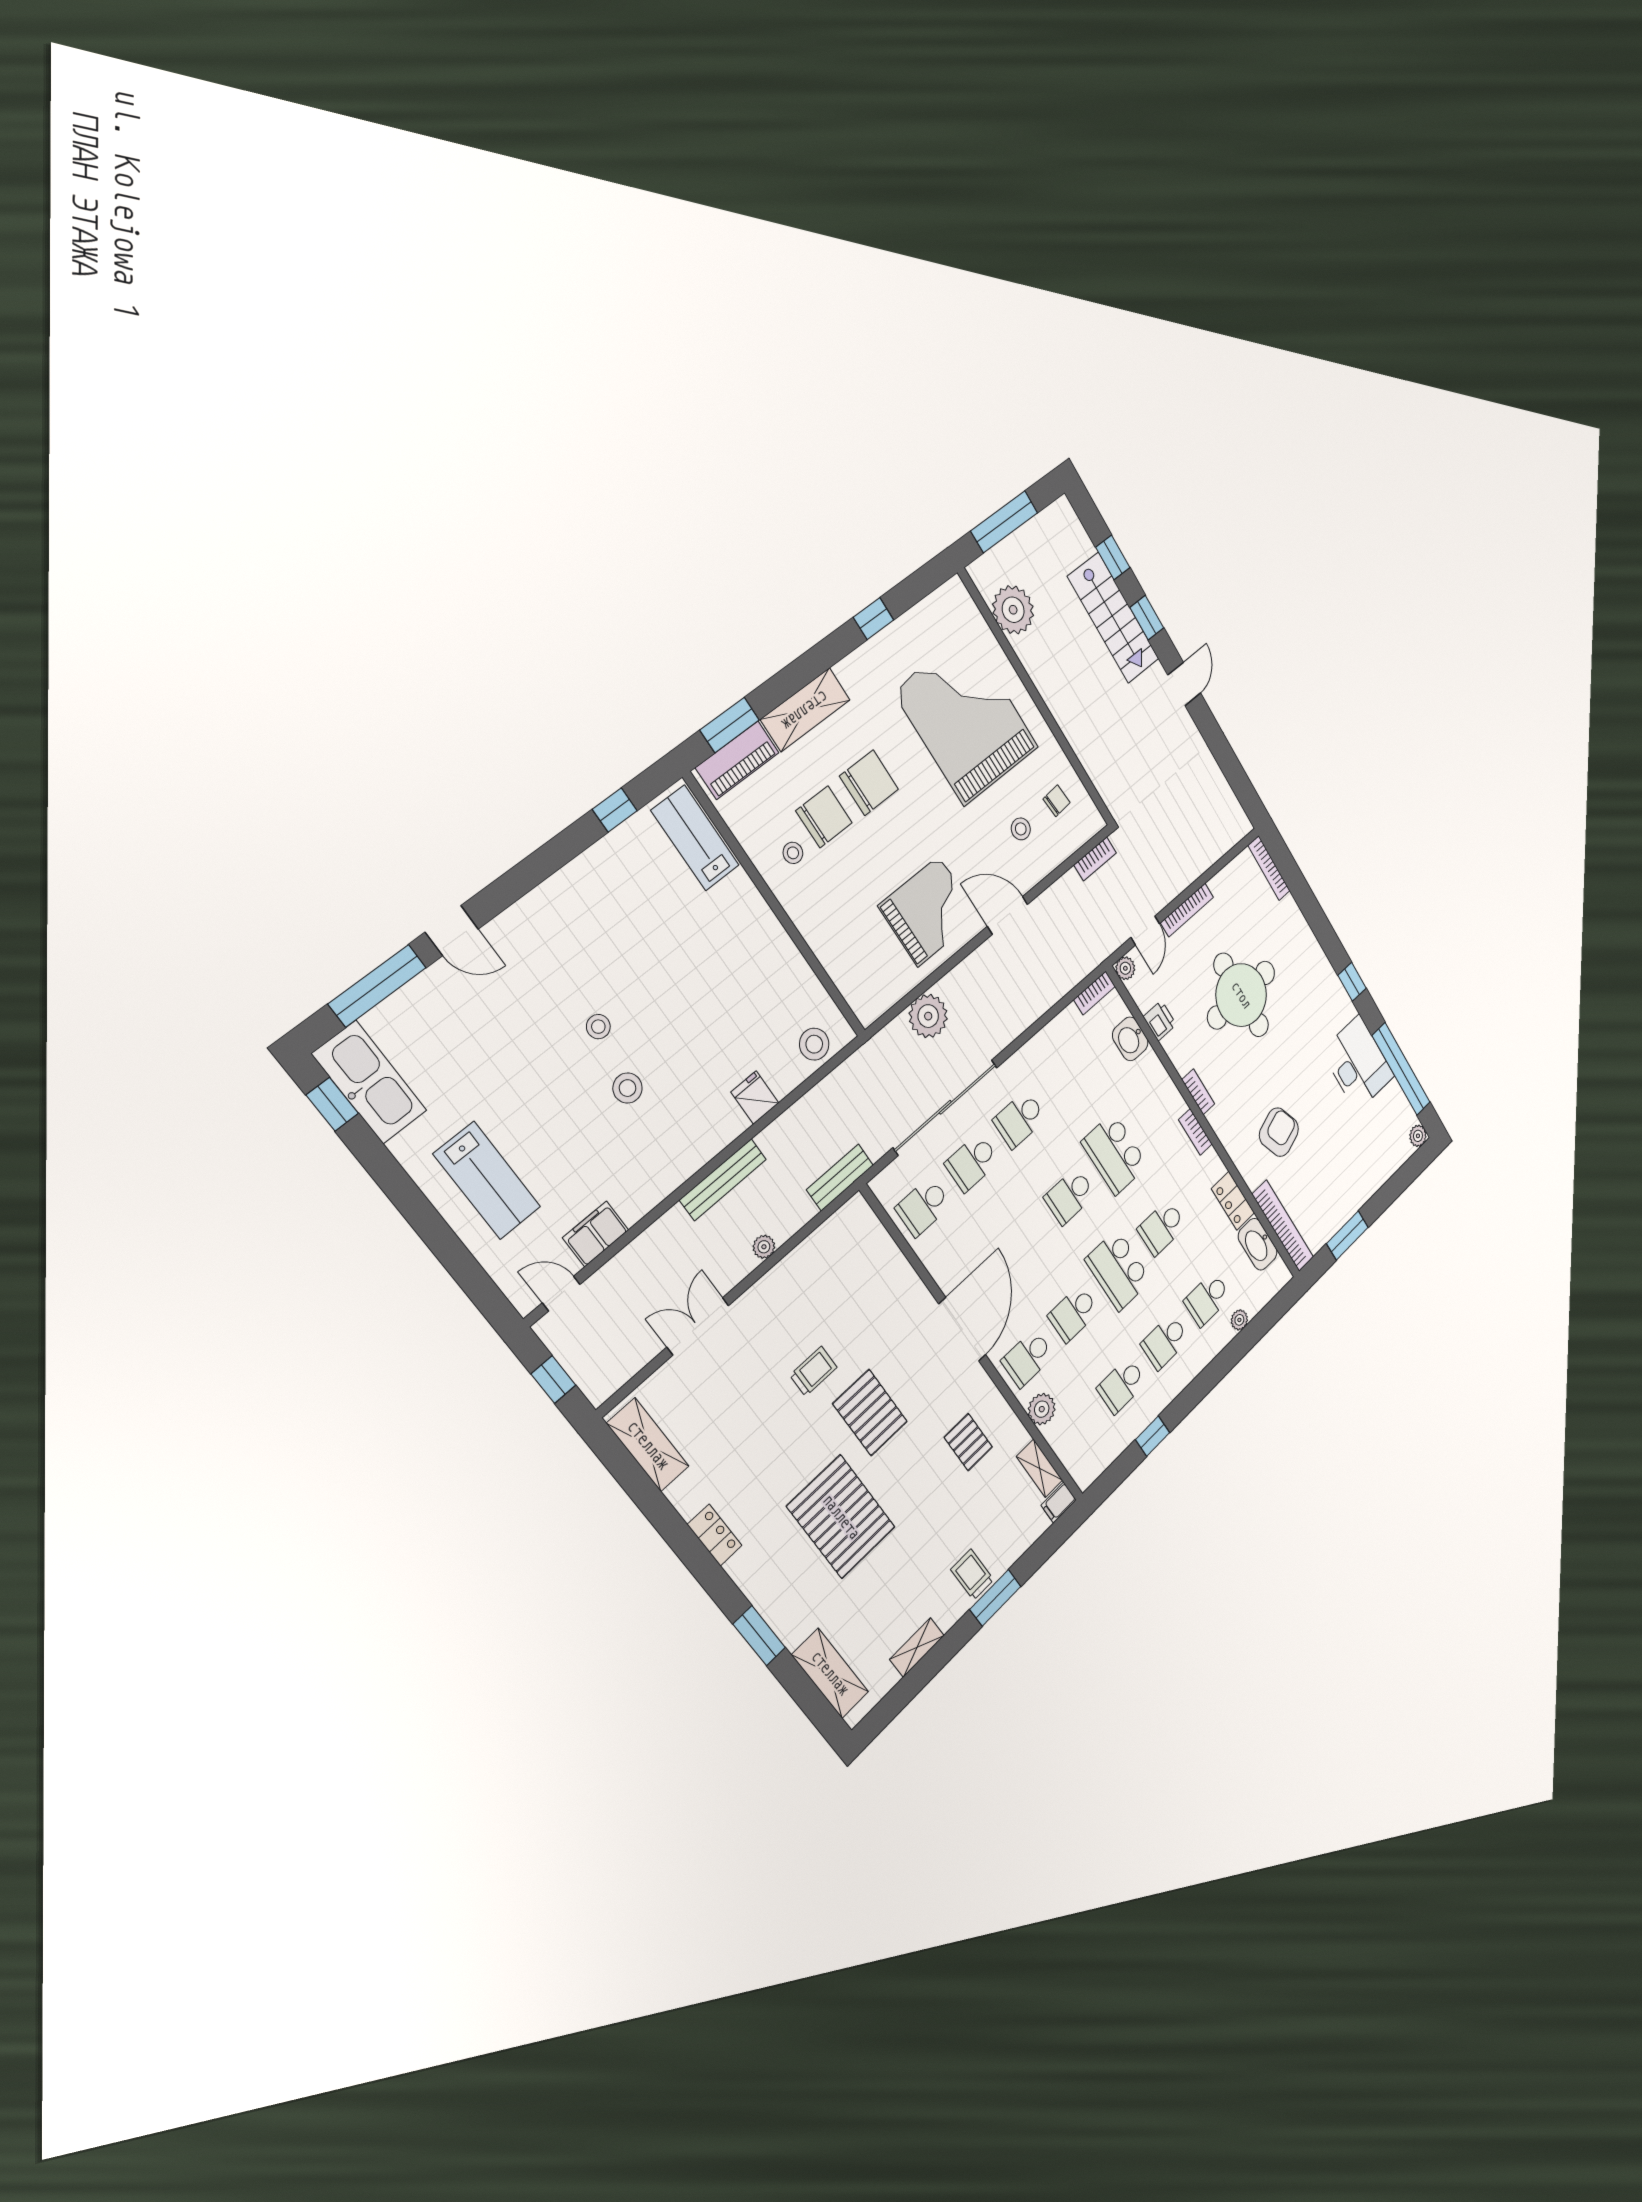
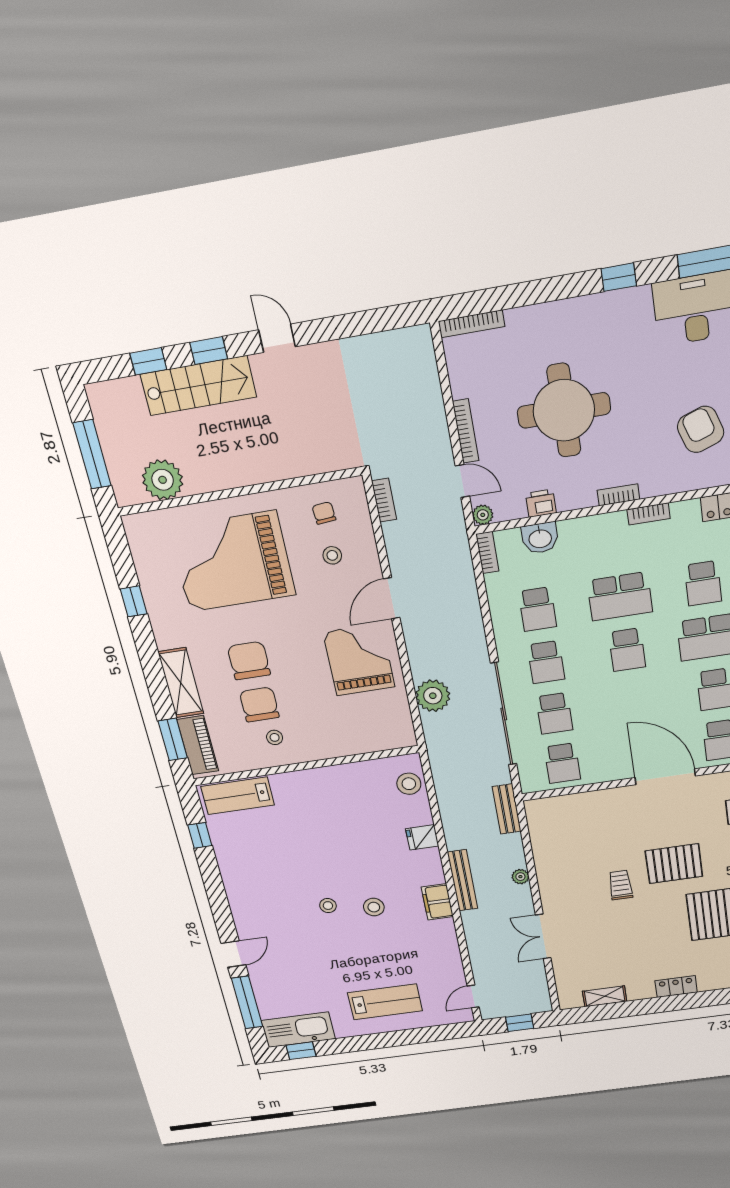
school desk: (1066, 1077) -> (537, 609), added
filing cabinet: (596, 1234) -> (437, 902), moved
shelving: (648, 1445) -> (605, 996), width x0.67, depth x0.75

